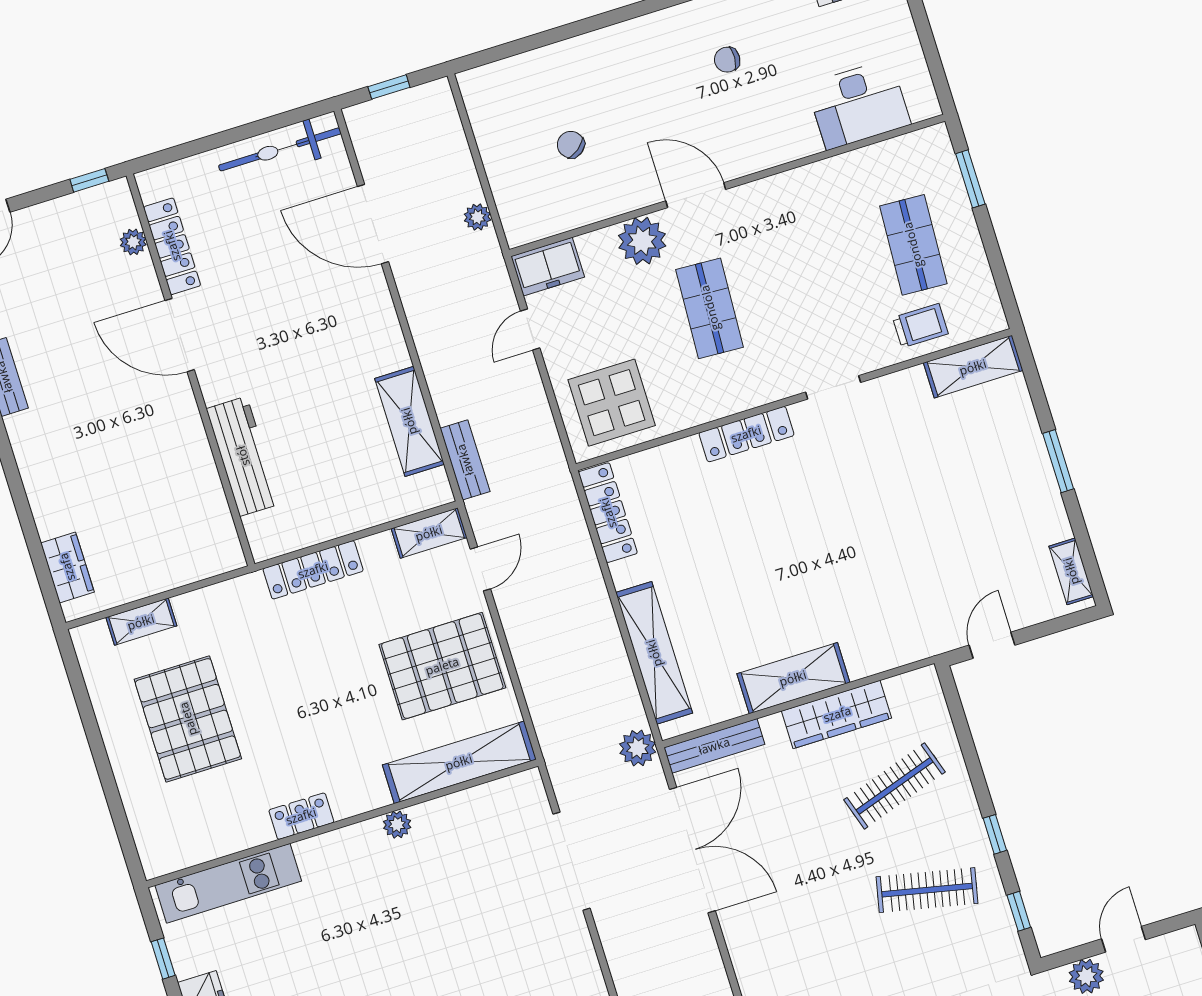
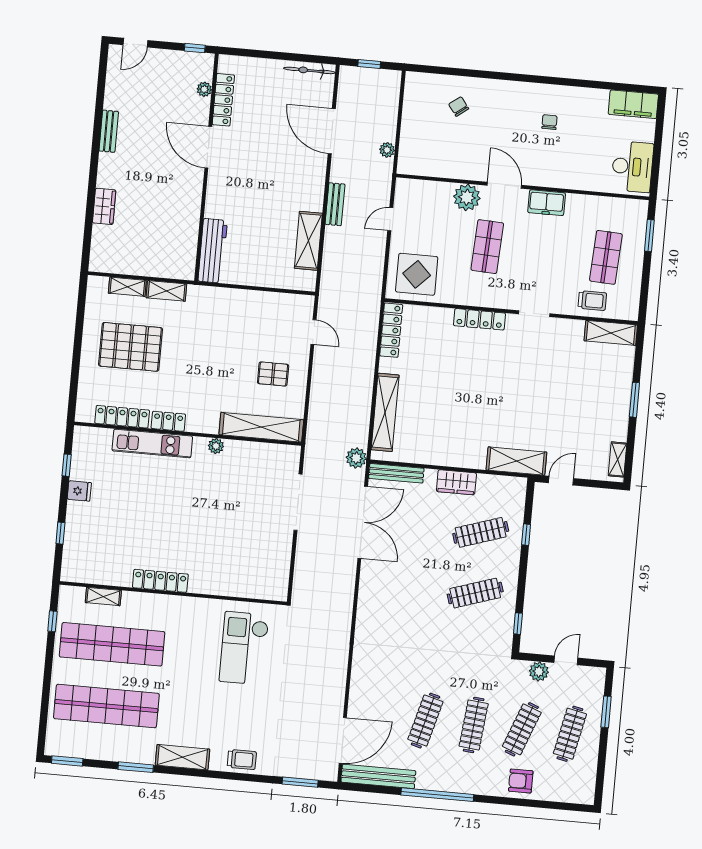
chair: (727, 60) -> (549, 122), turned 87
desk: (859, 104) -> (632, 167), moved, turned -90
chair: (571, 145) -> (459, 106), moved
bicycle: (280, 149) -> (309, 70), width x0.73, depth x0.71
freezer: (548, 267) -> (547, 203), moved
workbench: (243, 456) -> (213, 251), moved
bench: (465, 460) -> (335, 204), moved
shelving: (429, 533) -> (166, 291), moved
wardrobe: (67, 567) -> (104, 206), moved
door: (480, 569) -> (313, 332), hinge flipped
locker: (313, 570) -> (122, 417), moved, turned 180
pallet: (442, 666) -> (273, 374), width x0.49, depth x0.50
shelving: (793, 678) -> (516, 461), moved
wardrobe: (837, 714) -> (456, 482), width x0.67
pallet: (188, 719) -> (131, 347), turned 90
window: (995, 834) -> (526, 535), moved
kitchen unit: (228, 883) -> (152, 444), moved
clothes rail: (927, 890) -> (475, 593), turned -30

